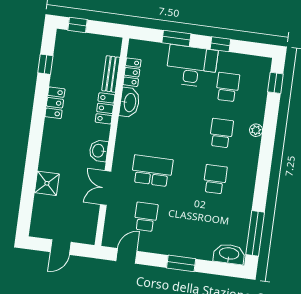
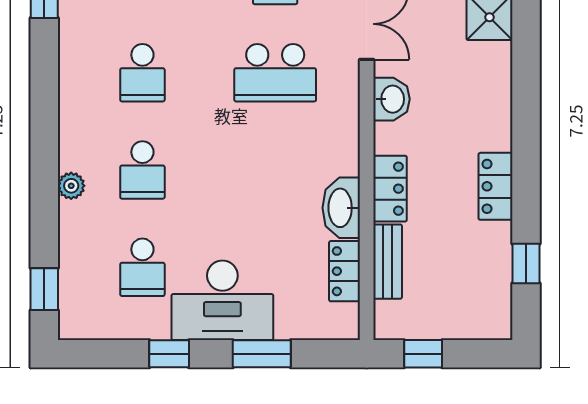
window: (78, 25) -> (423, 354), moved

